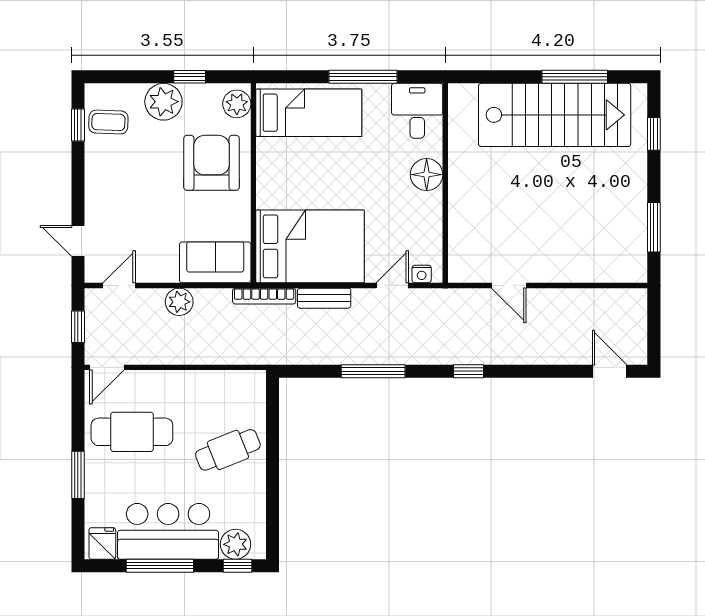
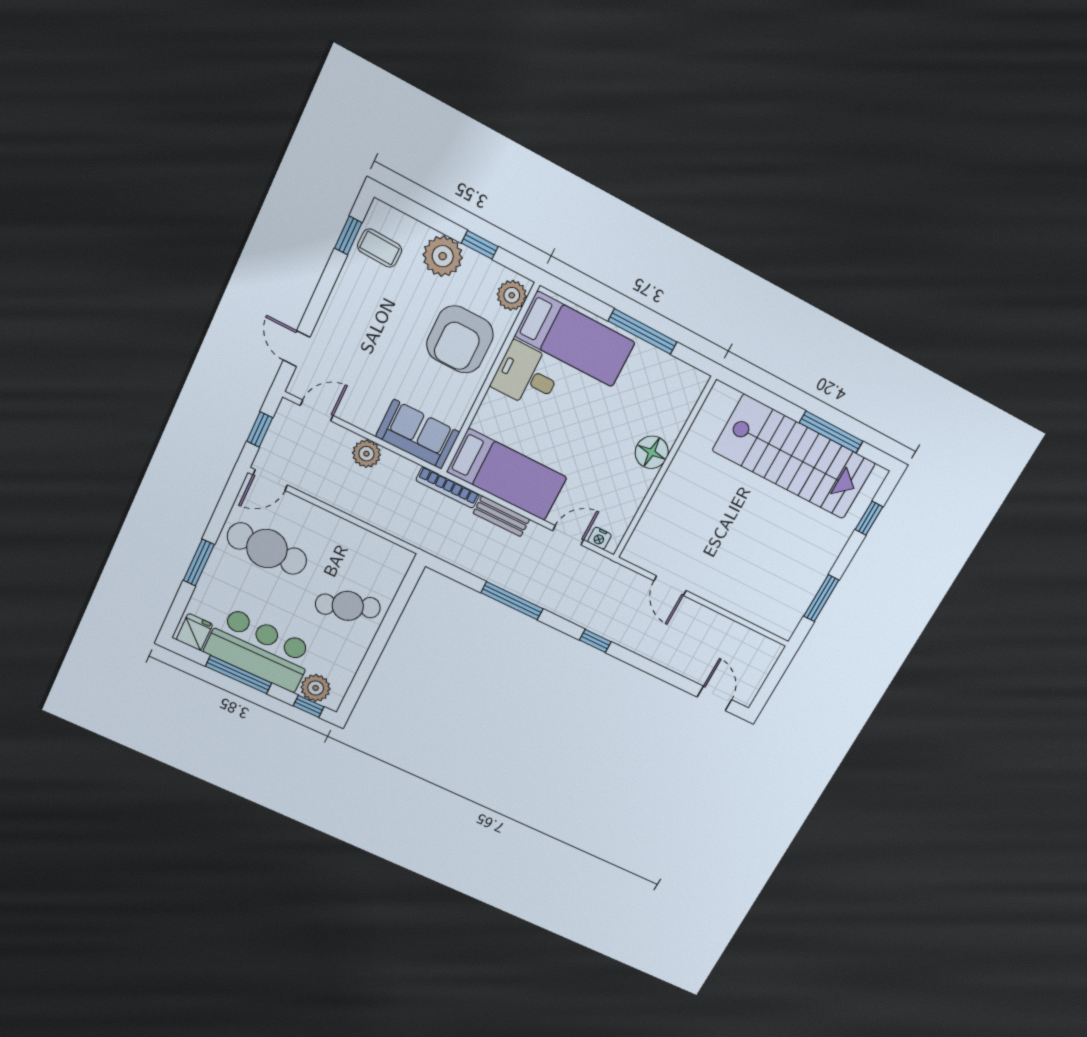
desk: (417, 111) -> (527, 375), moved, turned -90
armchair: (212, 163) -> (460, 340), turned 180
bed: (310, 246) -> (507, 475), width x0.67

